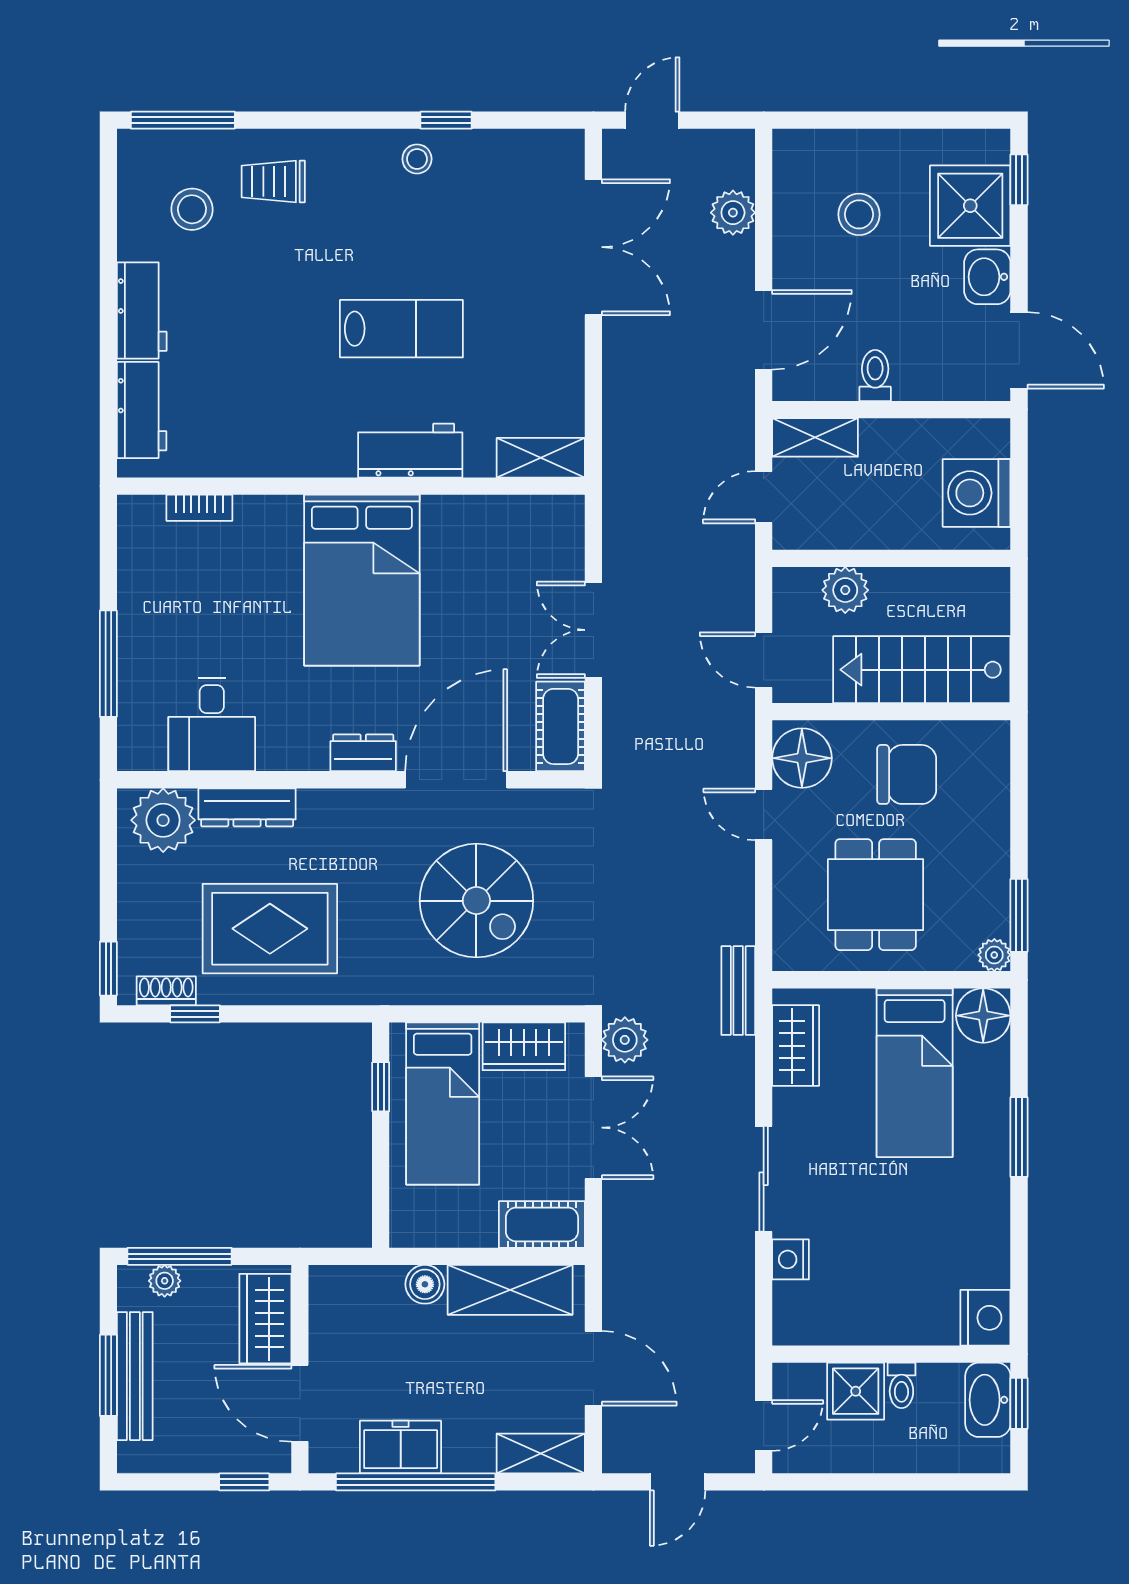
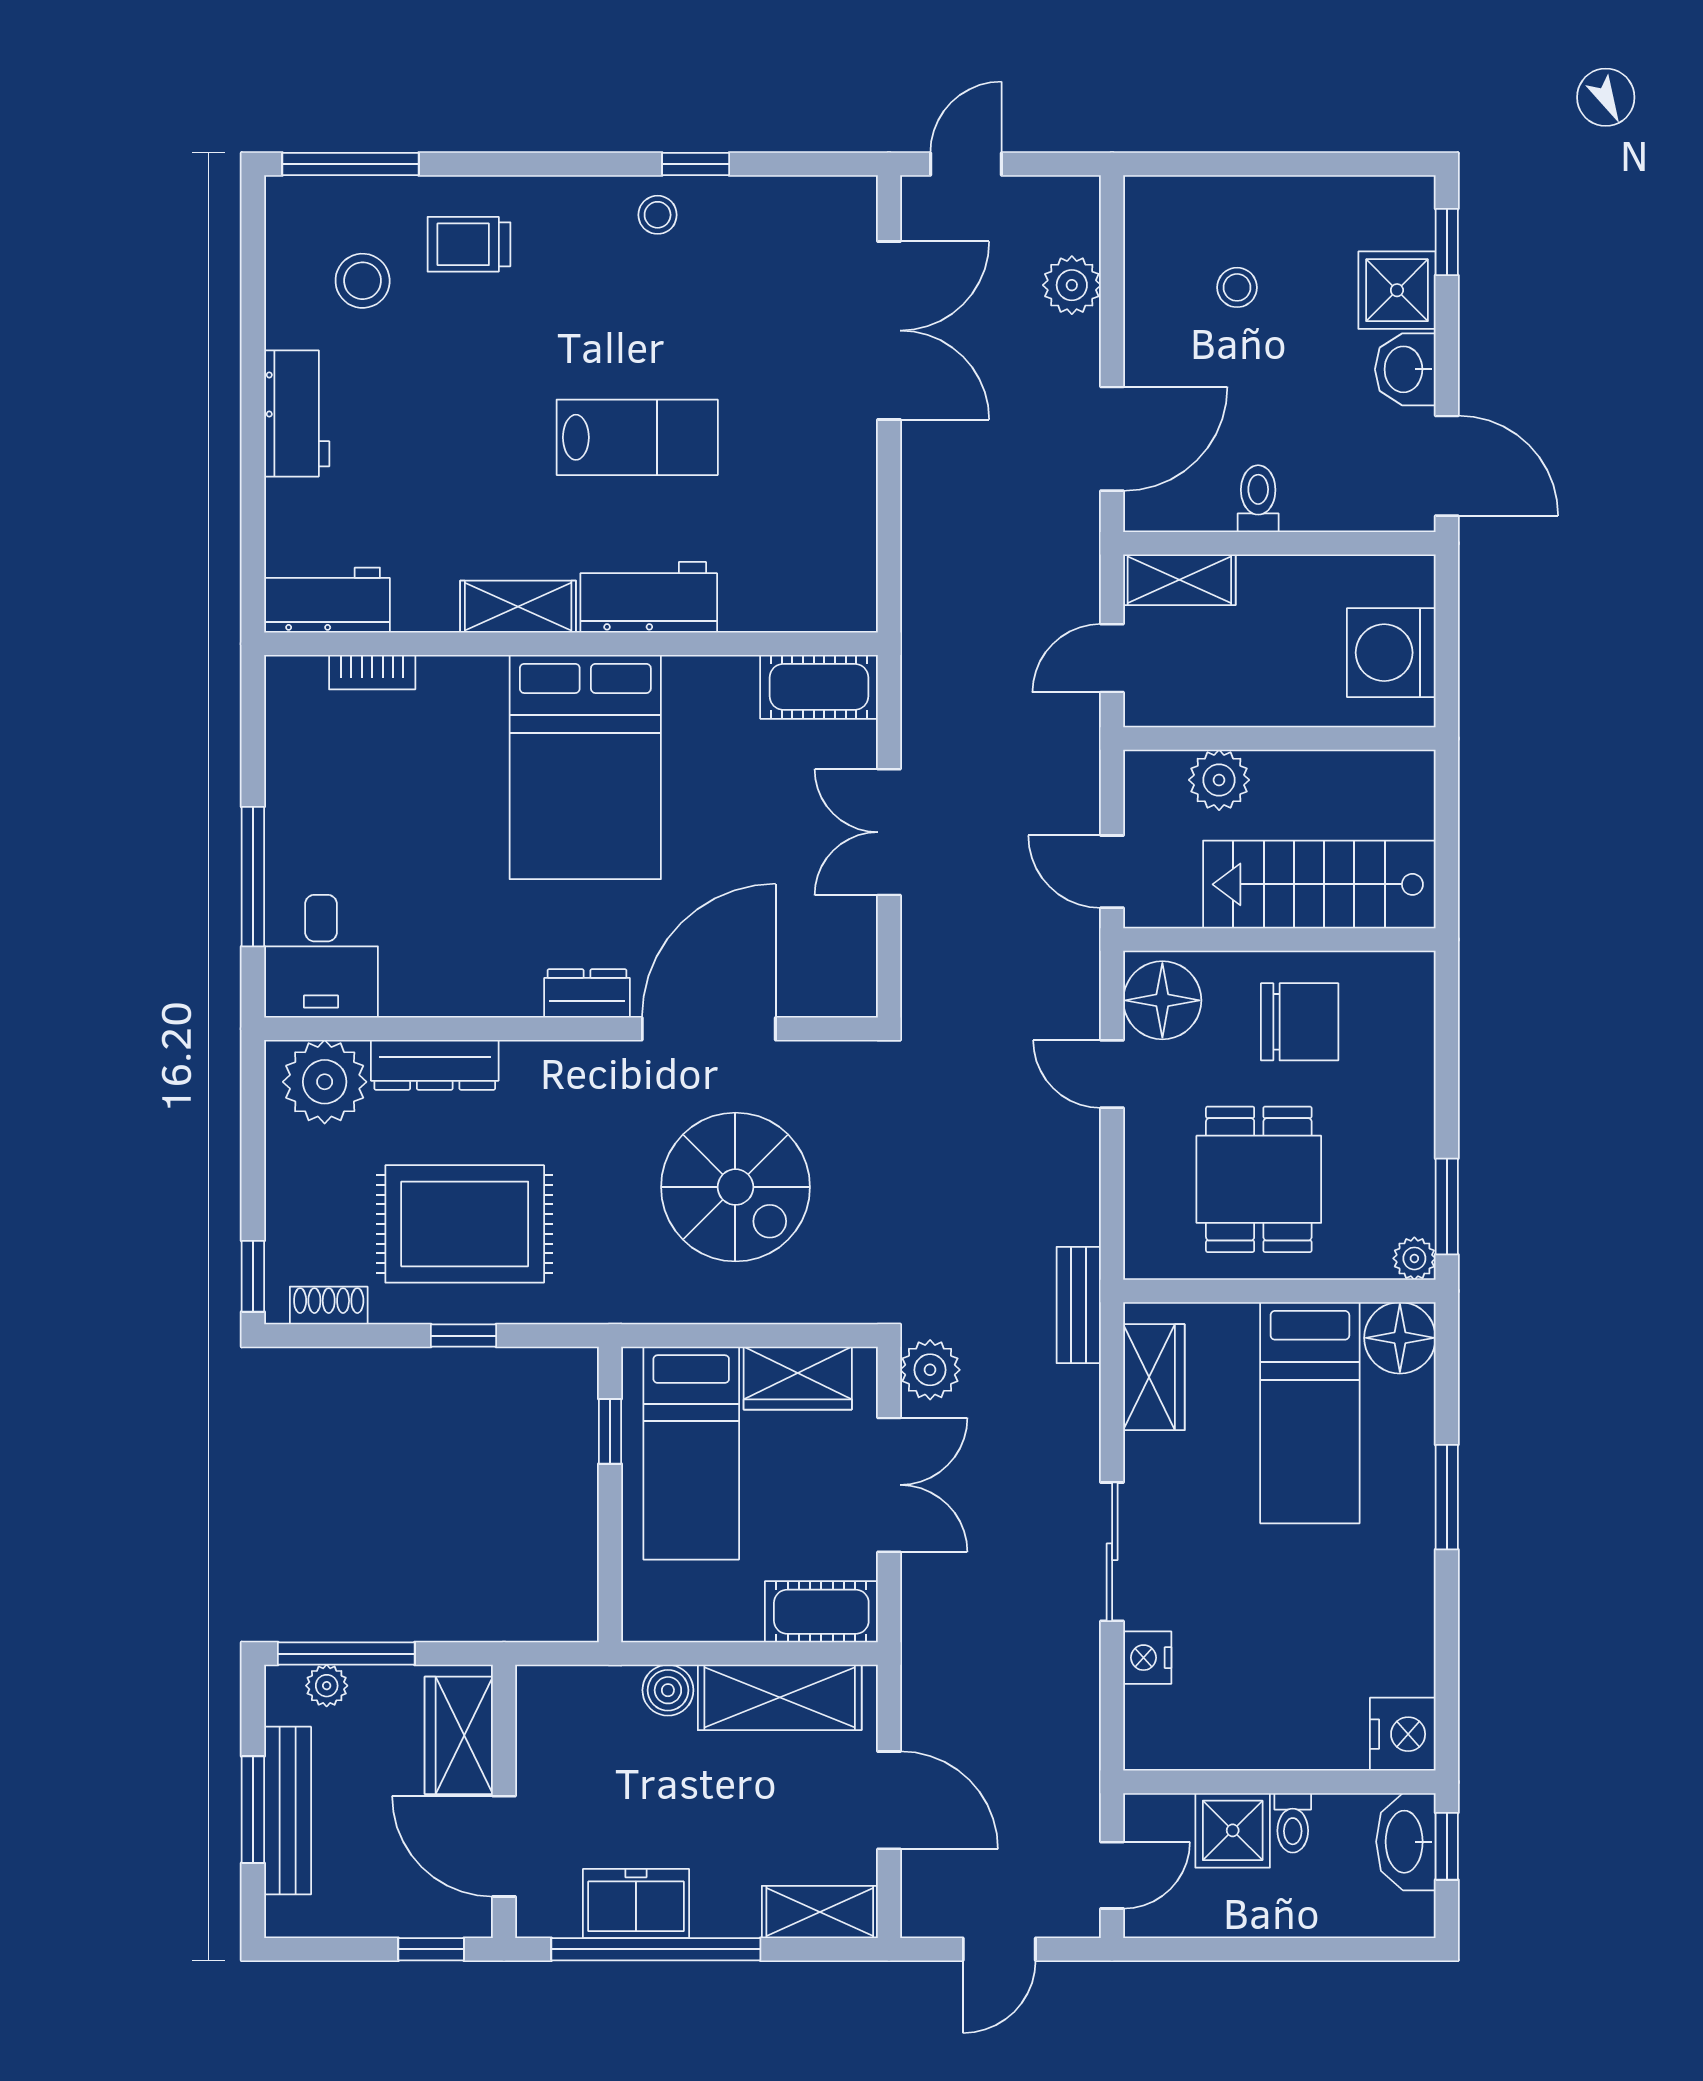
shower: (970, 206) -> (1397, 290), width x0.73, depth x0.73
stool: (859, 214) -> (1237, 287), width x0.73, depth x0.73
workbench: (142, 410) -> (327, 600), moved, turned -90
shelving: (541, 458) -> (518, 607), moved
desk: (212, 724) -> (321, 956), moved
cot: (561, 726) -> (819, 687), moved, turned 90
window: (195, 1014) -> (464, 1336), moved

